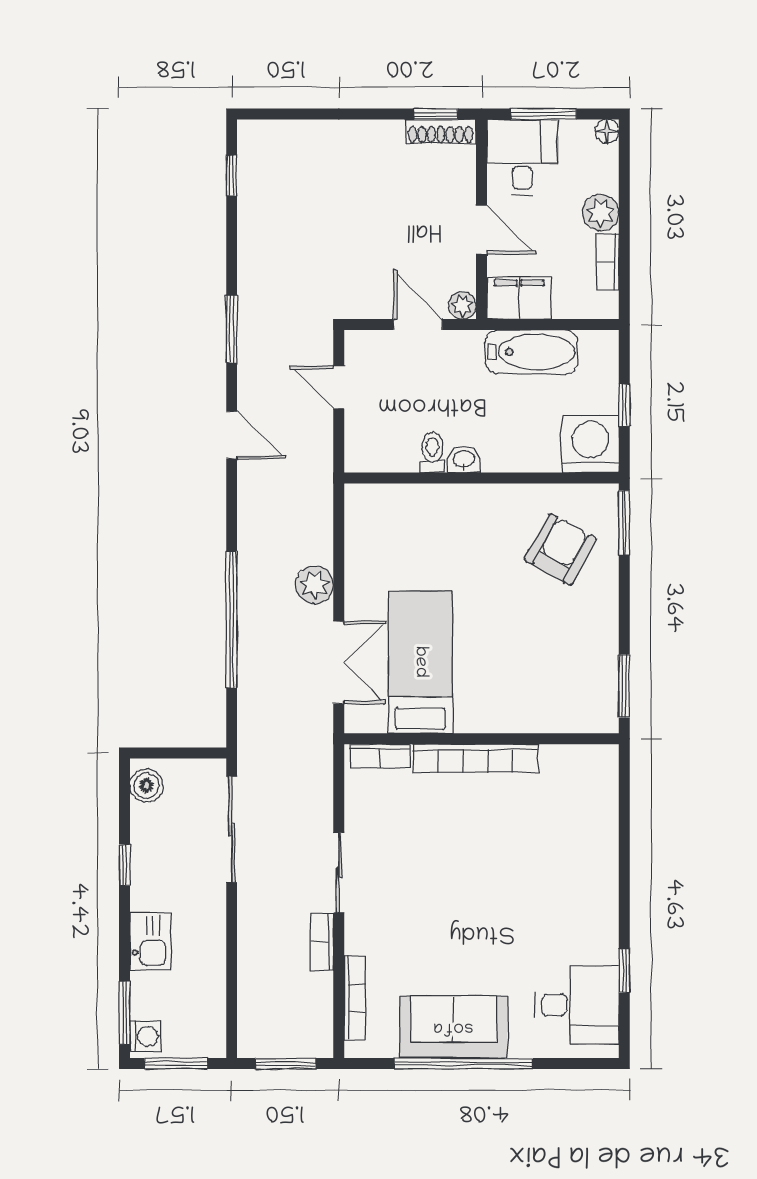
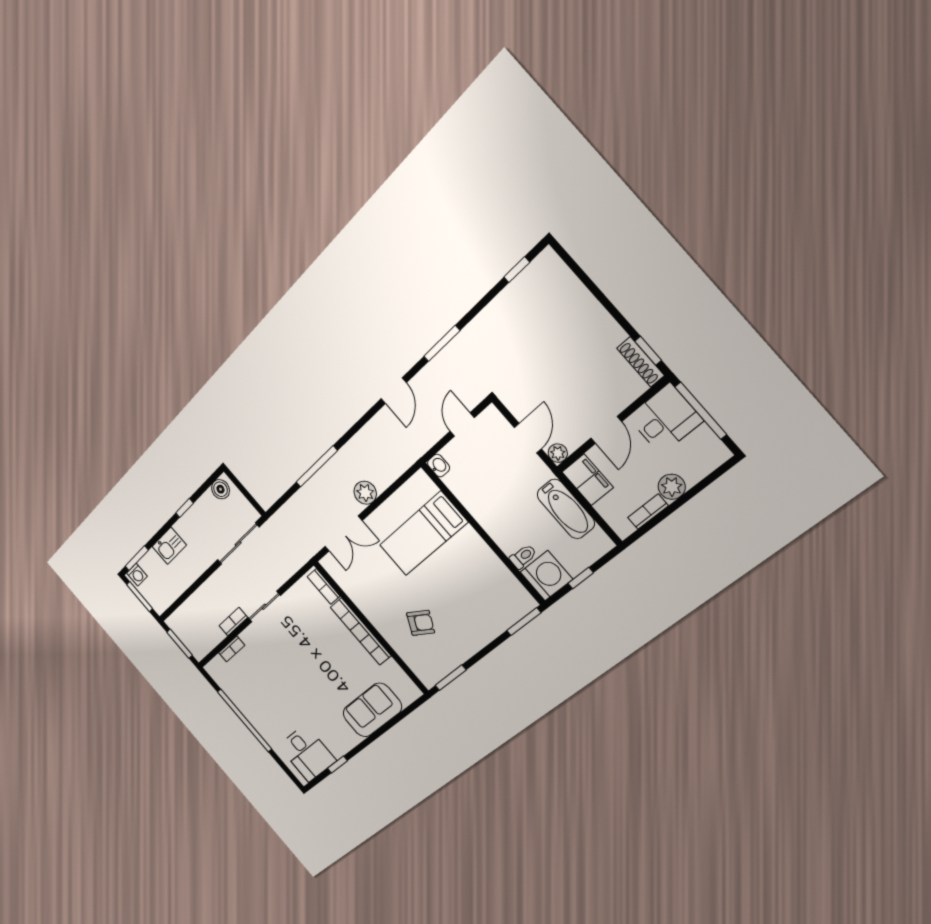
window: (544, 114) -> (701, 411), width x1.44
floor lamp: (607, 131) -> (721, 454), removed
toilet: (432, 452) -> (523, 557), moved
washbasin: (464, 460) -> (439, 466), moved
armchair: (560, 549) -> (421, 623), moved, width x0.72, depth x0.72
window: (232, 620) -> (317, 466), width x0.68
bed: (420, 662) -> (423, 534), moved, turned 180
bookcase: (355, 998) -> (232, 649), width x0.64
sofa: (453, 1027) -> (372, 710), moved, turned -90

